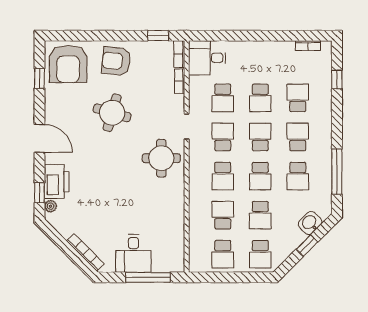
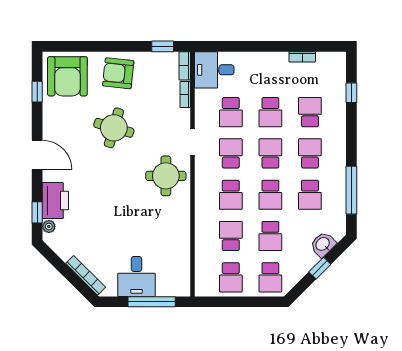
bookcase: (308, 46) -> (302, 57), moved

